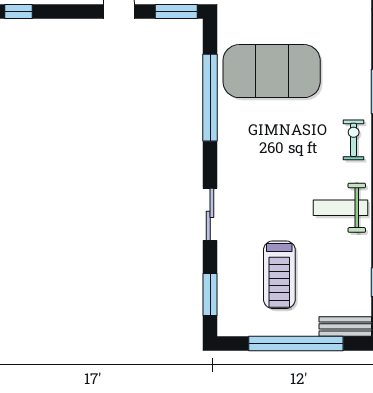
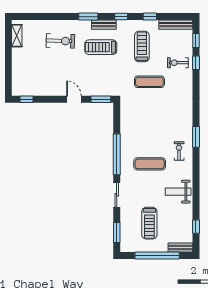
exercise mat: (272, 71) -> (150, 164), moved, width x0.50, depth x0.69
window: (210, 98) -> (117, 154), moved
exercise bike: (354, 140) -> (179, 151), moved

